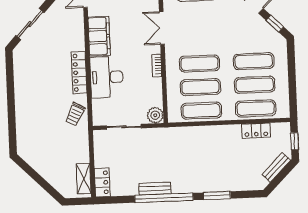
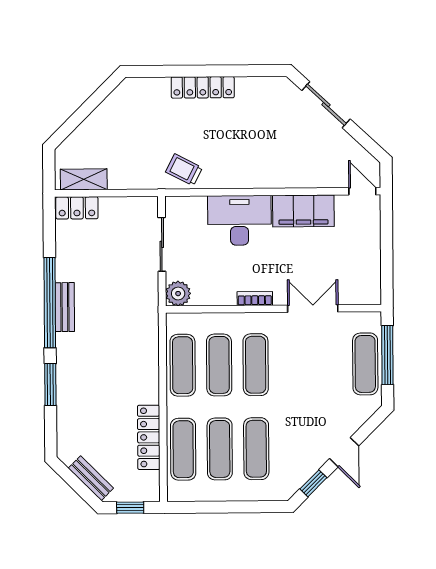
locker: (79, 73) -> (203, 87), moved, turned 180
locker: (256, 131) -> (149, 437), width x1.53
bench: (155, 188) -> (65, 307), moved

